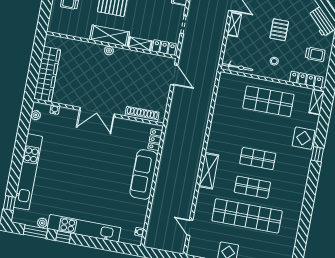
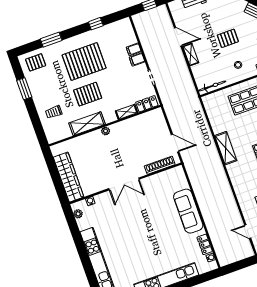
pallet: (279, 30) -> (228, 38), turned 90
shelving: (110, 36) -> (87, 124), moved
door: (174, 75) -> (175, 143), moved
locker: (155, 140) -> (205, 244), moved
shelving: (209, 171) -> (226, 148), moved

